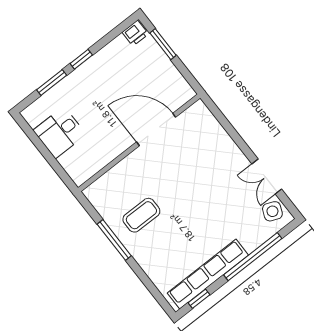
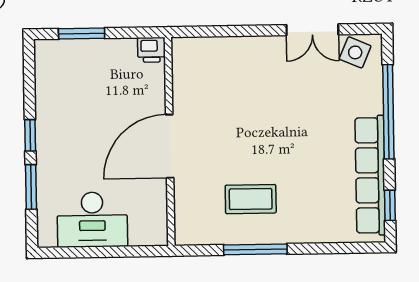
printer: (135, 33) -> (152, 50), moved, turned 90
door: (156, 130) -> (170, 146), moved
desk: (60, 132) -> (92, 220), width x1.37
coffee table: (141, 215) -> (251, 199), turned 90

